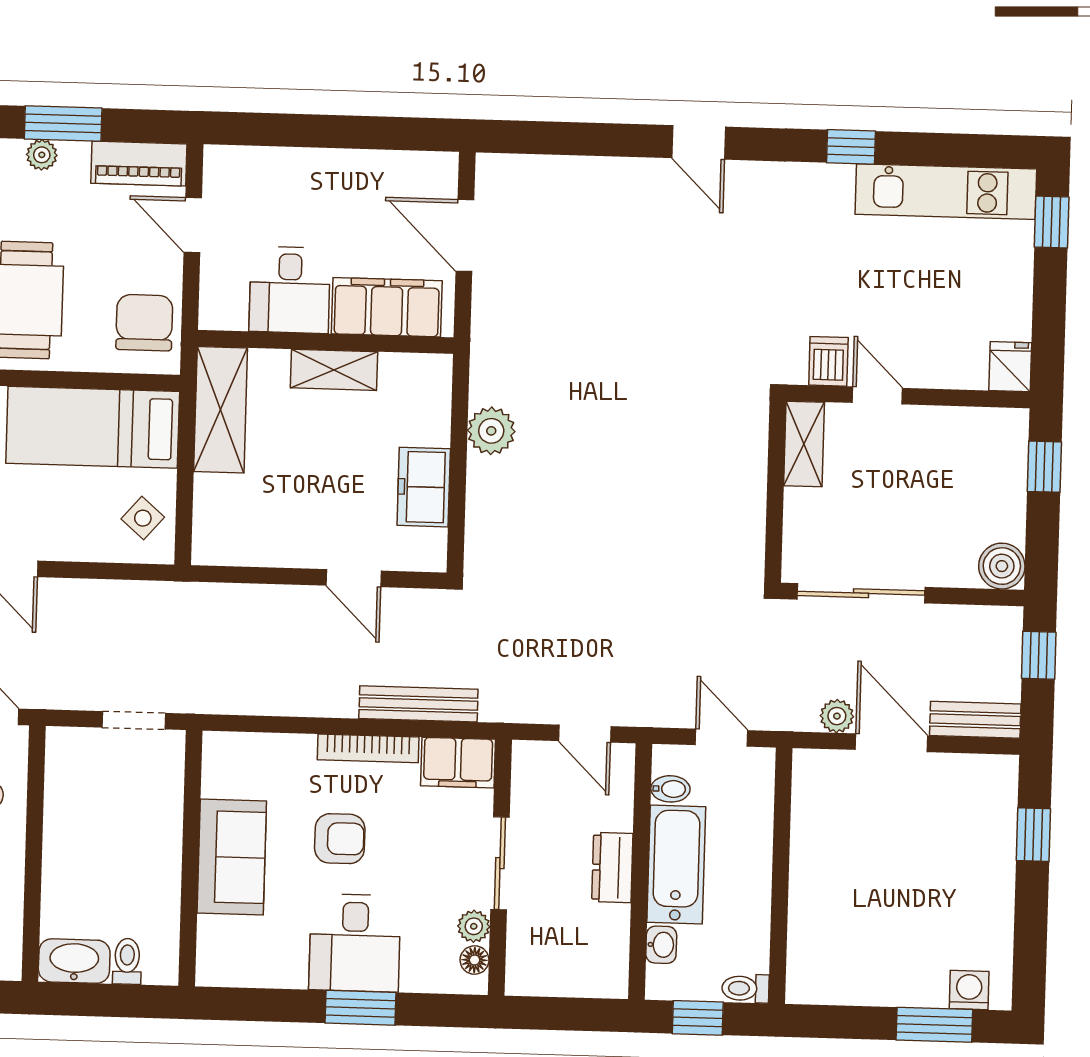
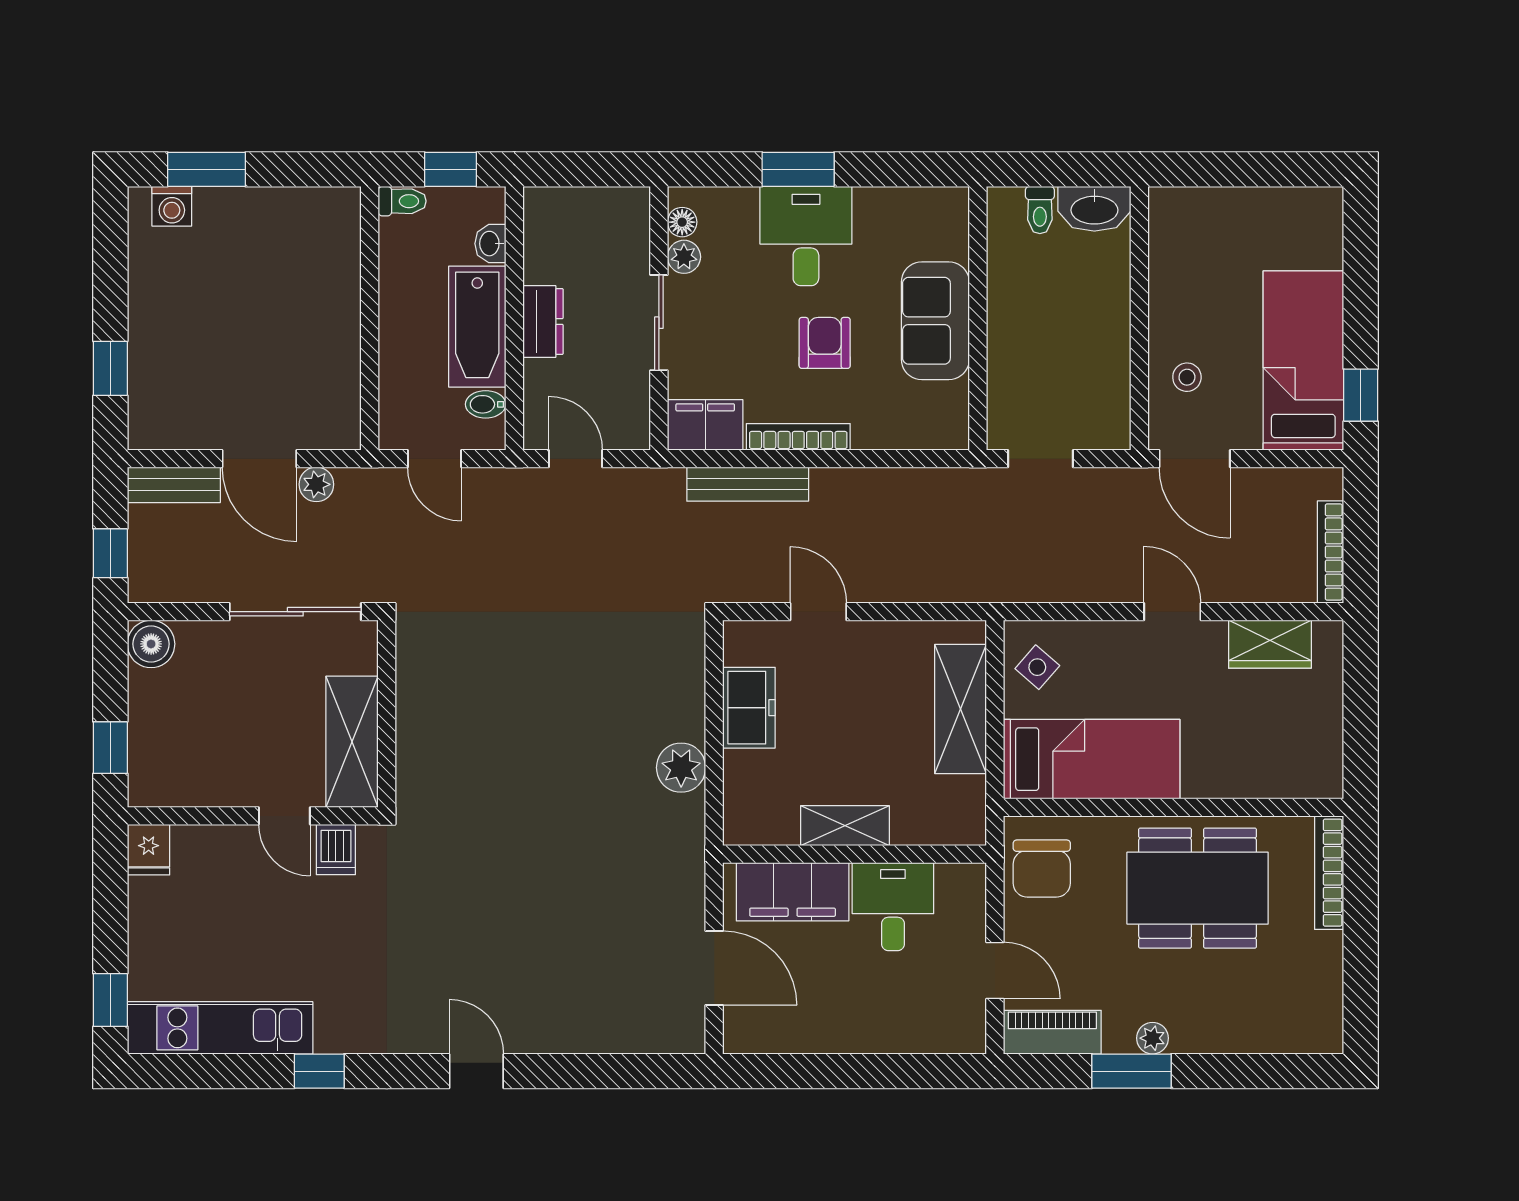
shelving: (221, 410) -> (961, 709), moved
shelving: (804, 444) -> (352, 742), width x1.50, depth x1.33
armchair: (340, 839) -> (825, 343), turned 90

